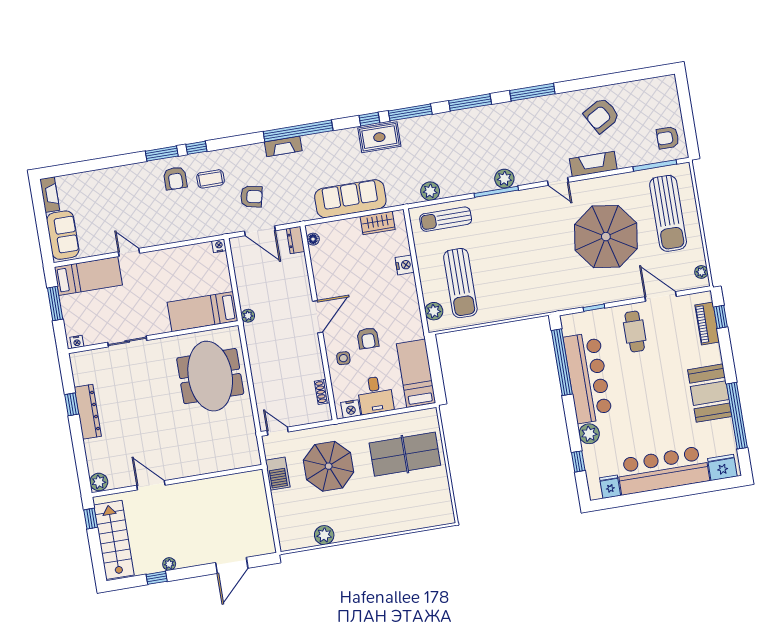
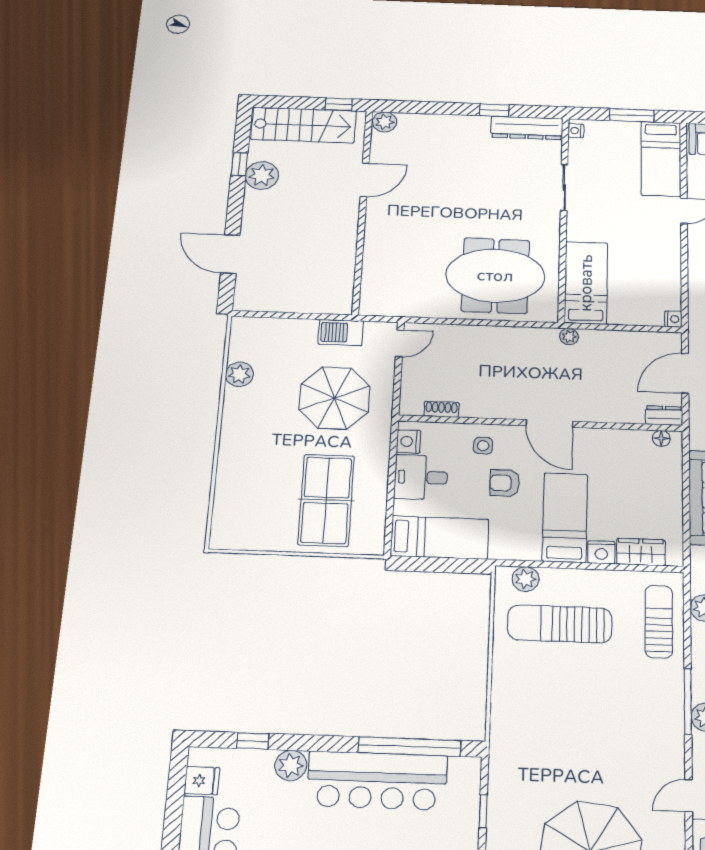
wardrobe: (378, 223) -> (641, 552), moved, turned 90
bed: (385, 293) -> (565, 518), added
dresser: (88, 412) -> (527, 128), moved
plant: (169, 564) -> (262, 175), width x1.88, depth x1.88

